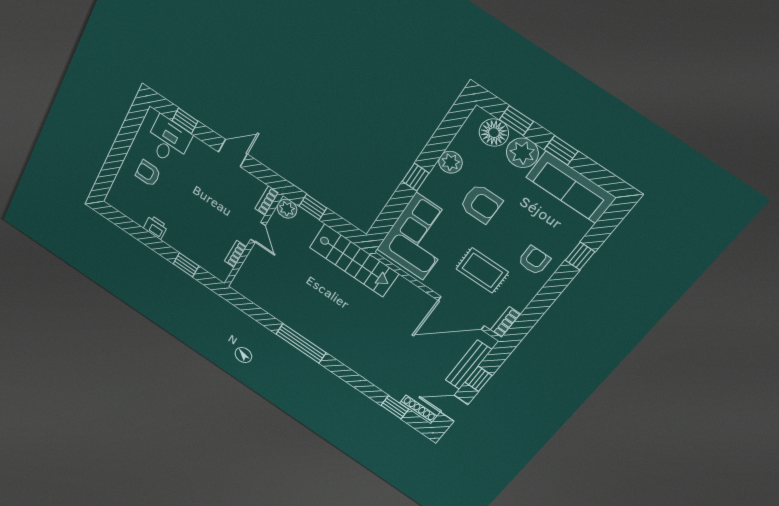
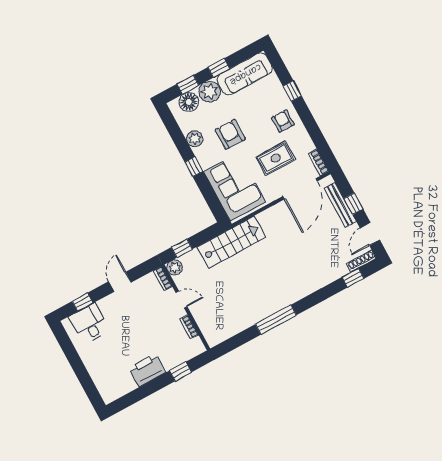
armchair: (148, 173) -> (103, 355), removed
armchair: (481, 204) -> (230, 134), turned -90
printer: (155, 227) -> (147, 370), width x1.87, depth x1.48

